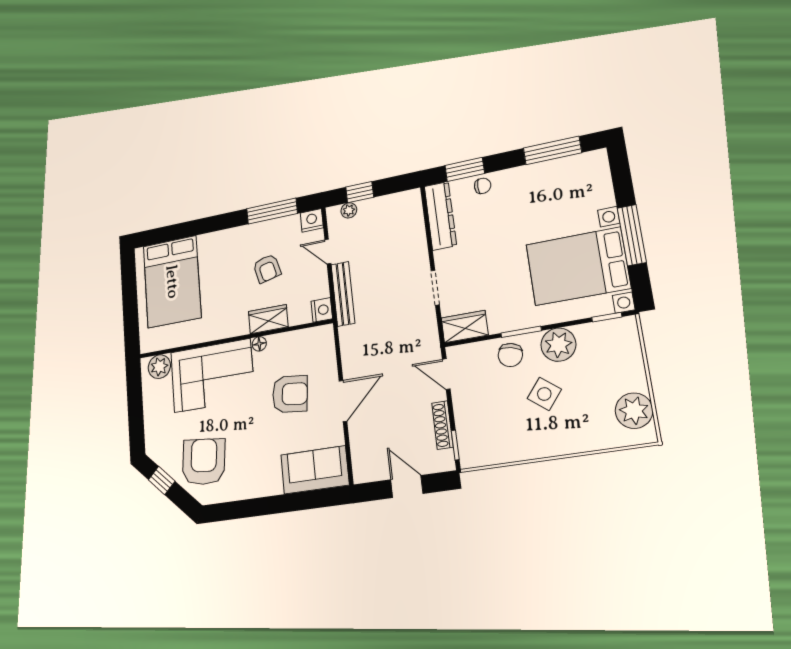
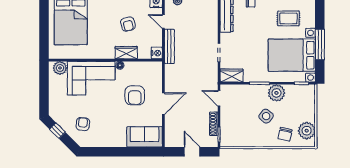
rug: (560, 199) -> (288, 18), added
chair: (510, 355) -> (285, 134), moved
armchair: (290, 394) -> (135, 95), turned 84
armchair: (204, 462) -> (83, 124), width x0.53, depth x0.53

